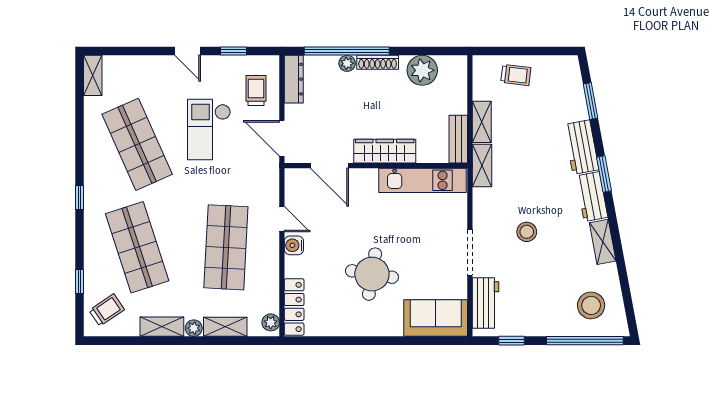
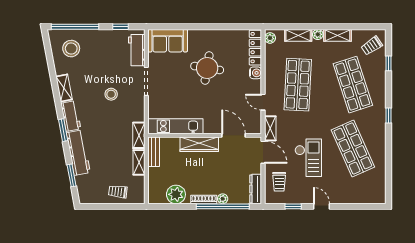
shelving: (93, 75) -> (270, 128), moved
workbench: (581, 147) -> (78, 153), width x1.38
water cooler: (294, 245) -> (256, 73), moved

